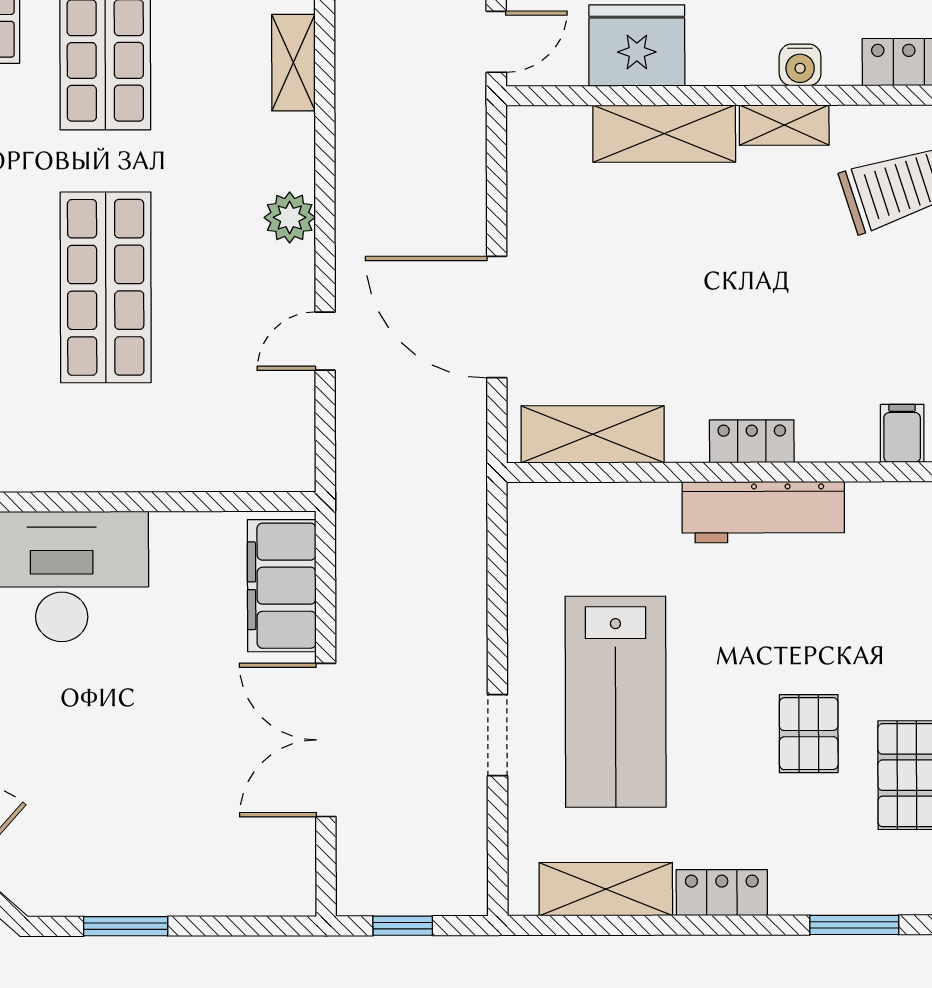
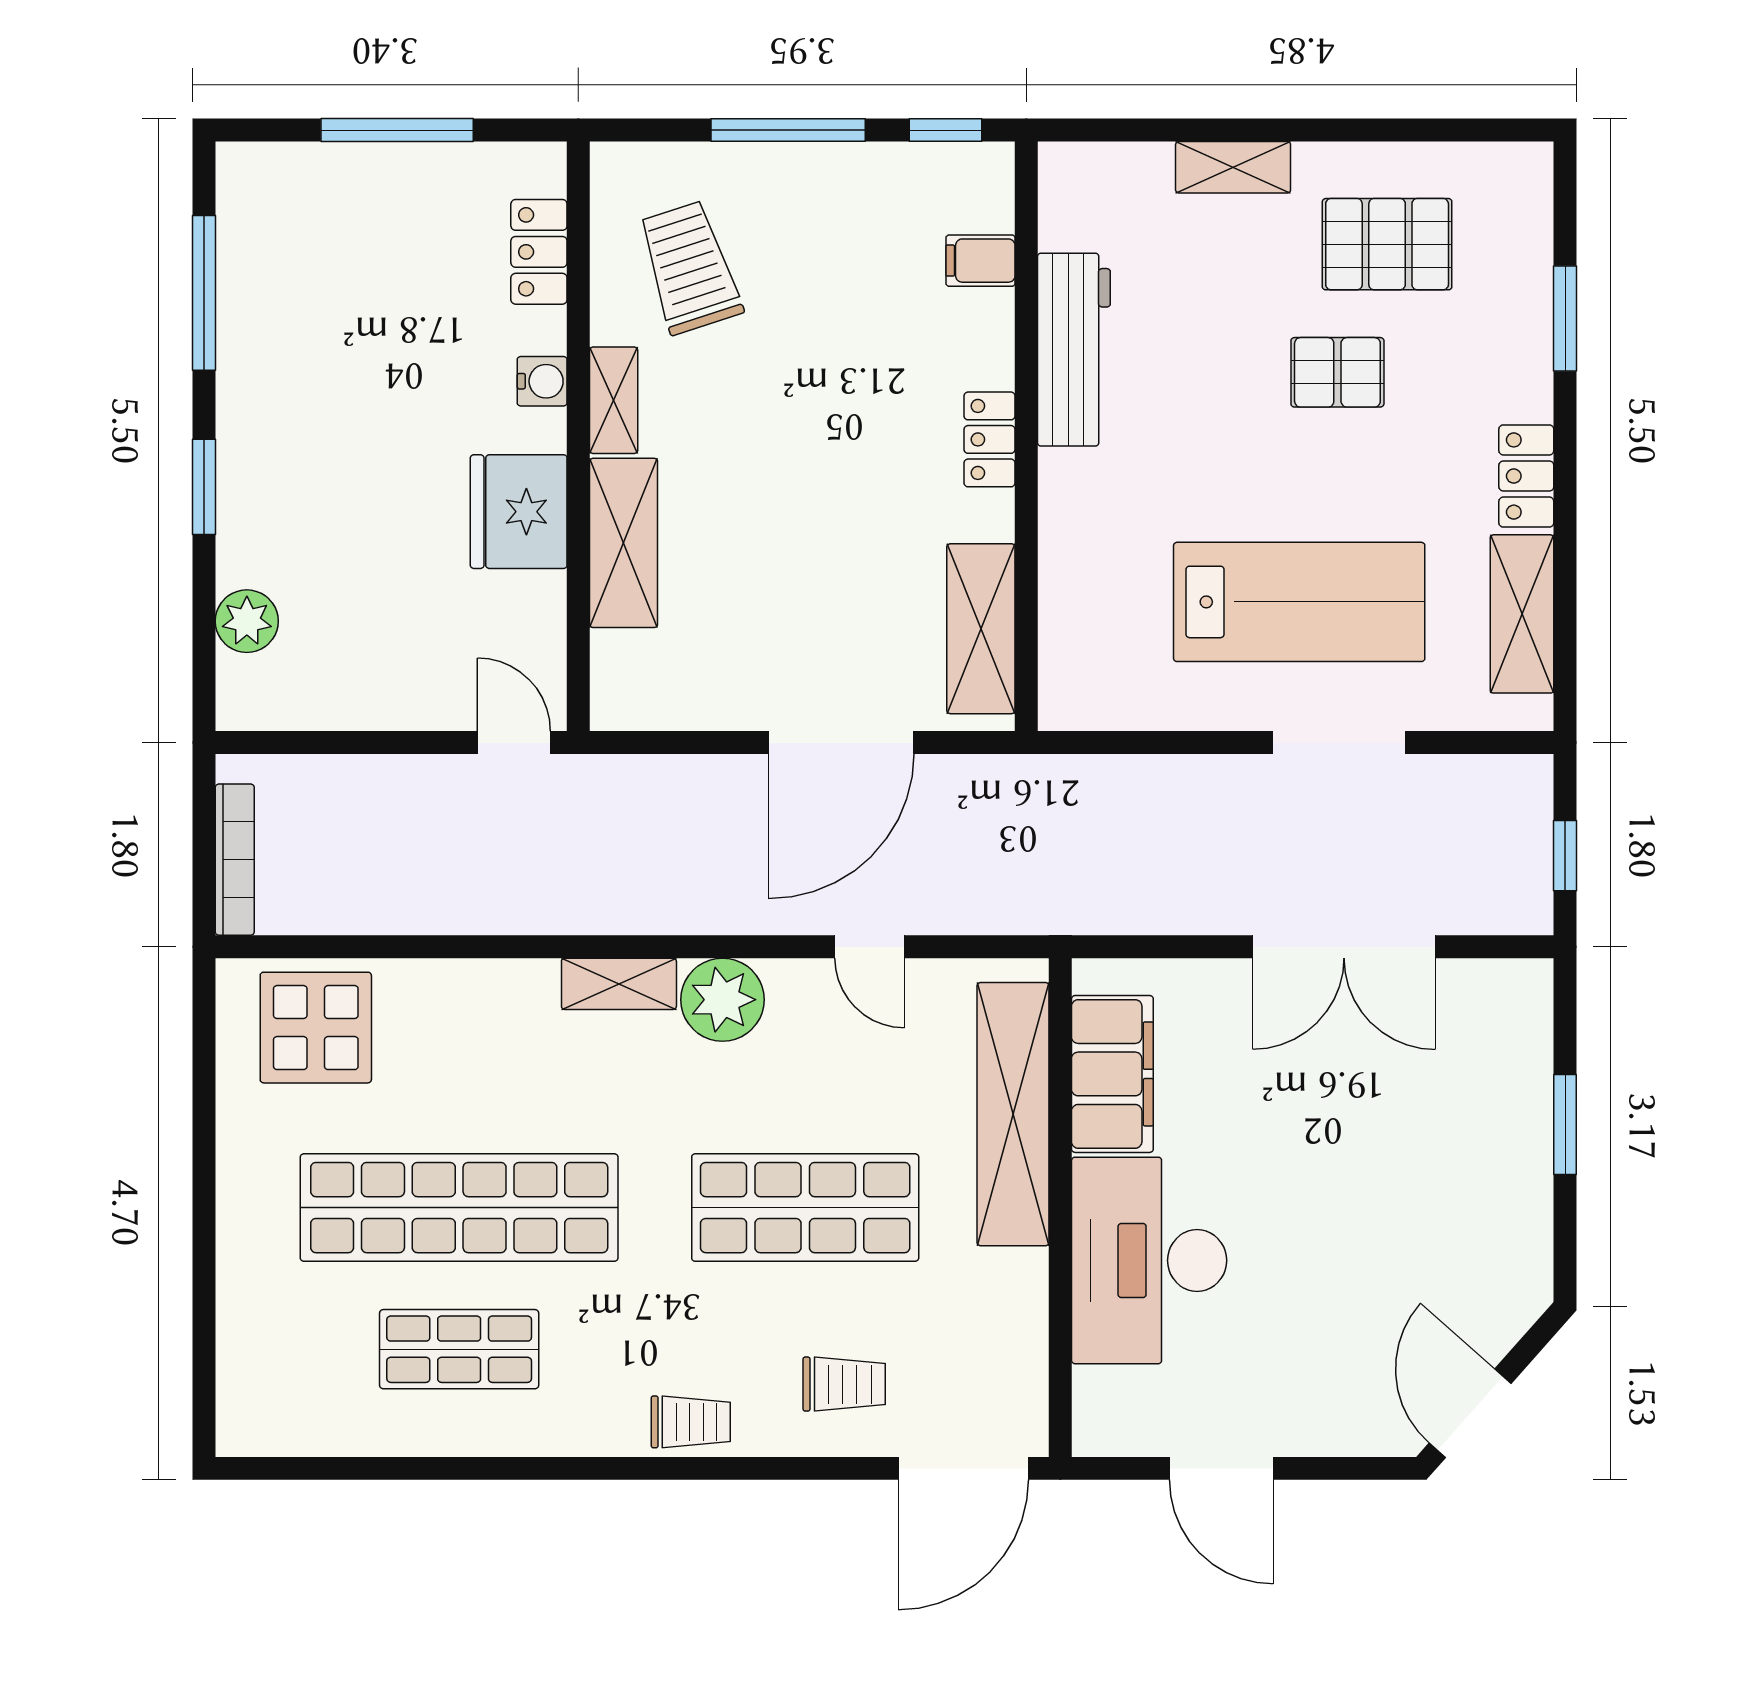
fridge: (637, 46) -> (519, 512), moved
shelving: (293, 63) -> (619, 984), moved
plant: (290, 217) -> (722, 1000), width x1.36, depth x1.36
shelving: (185, 462) -> (1013, 1114), added
workbench: (763, 512) -> (1074, 350), moved
filing cabinet: (282, 586) -> (1112, 1074), moved, turned -90
doorway: (497, 735) -> (1339, 743), width x1.38
window: (126, 926) -> (1565, 1125), moved

